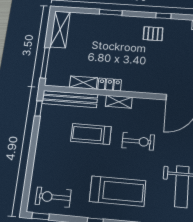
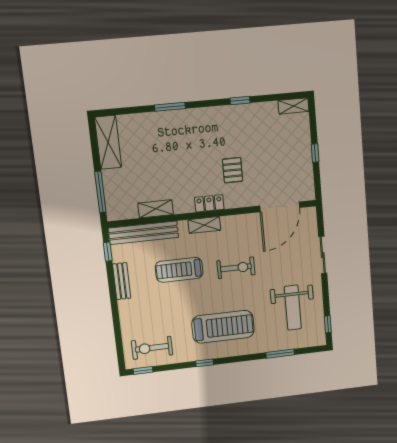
pallet: (153, 34) -> (233, 170), moved, turned 90
locker: (110, 84) -> (209, 203), moved
bench: (43, 134) -> (122, 281), added

